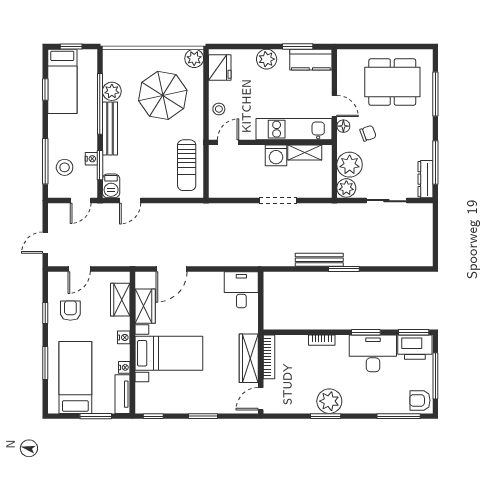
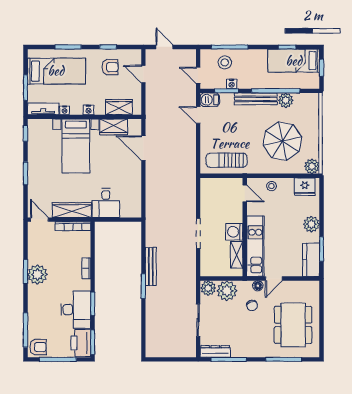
desk: (241, 290) -> (106, 203), moved, turned 90
armchair: (420, 400) -> (38, 347), turned 90

